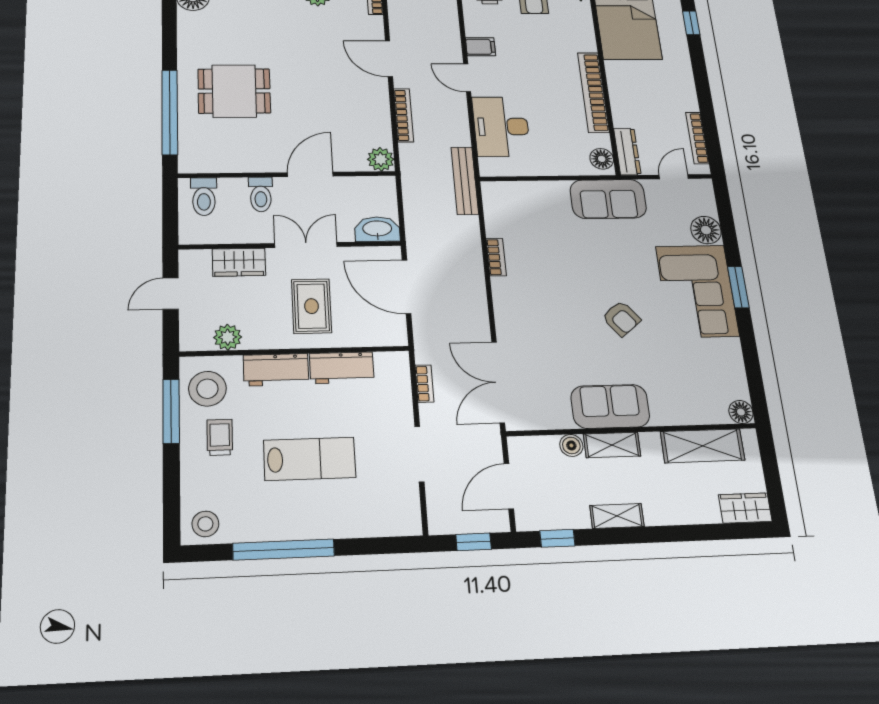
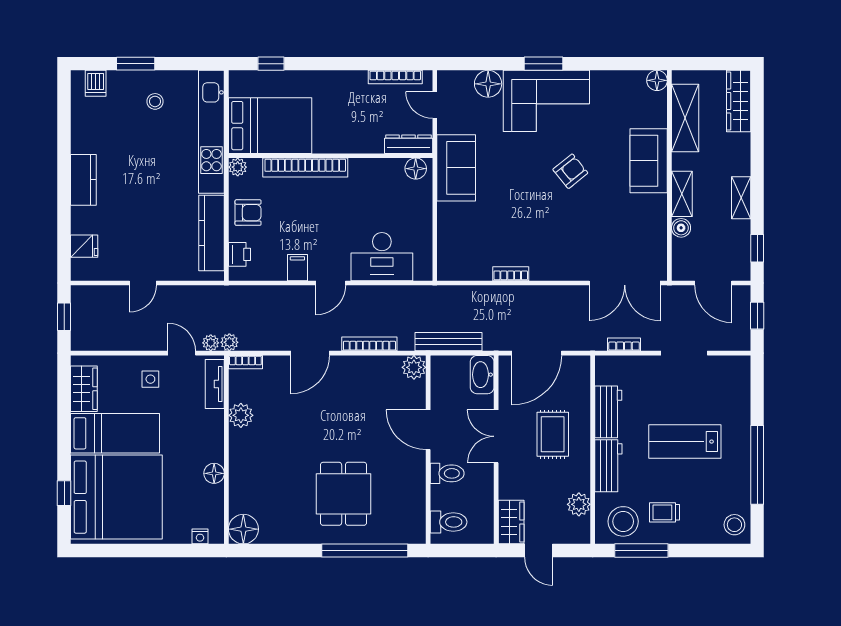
bookcase: (593, 92) -> (305, 168), moved
bench: (465, 181) -> (449, 342), moved
wardrobe: (239, 262) -> (511, 522), moved
rug: (311, 306) -> (553, 434), turned 90
sofa: (610, 406) -> (649, 161), moved
lab bench: (310, 459) -> (685, 442), turned -90
wardrobe: (745, 508) -> (739, 101), width x1.50

